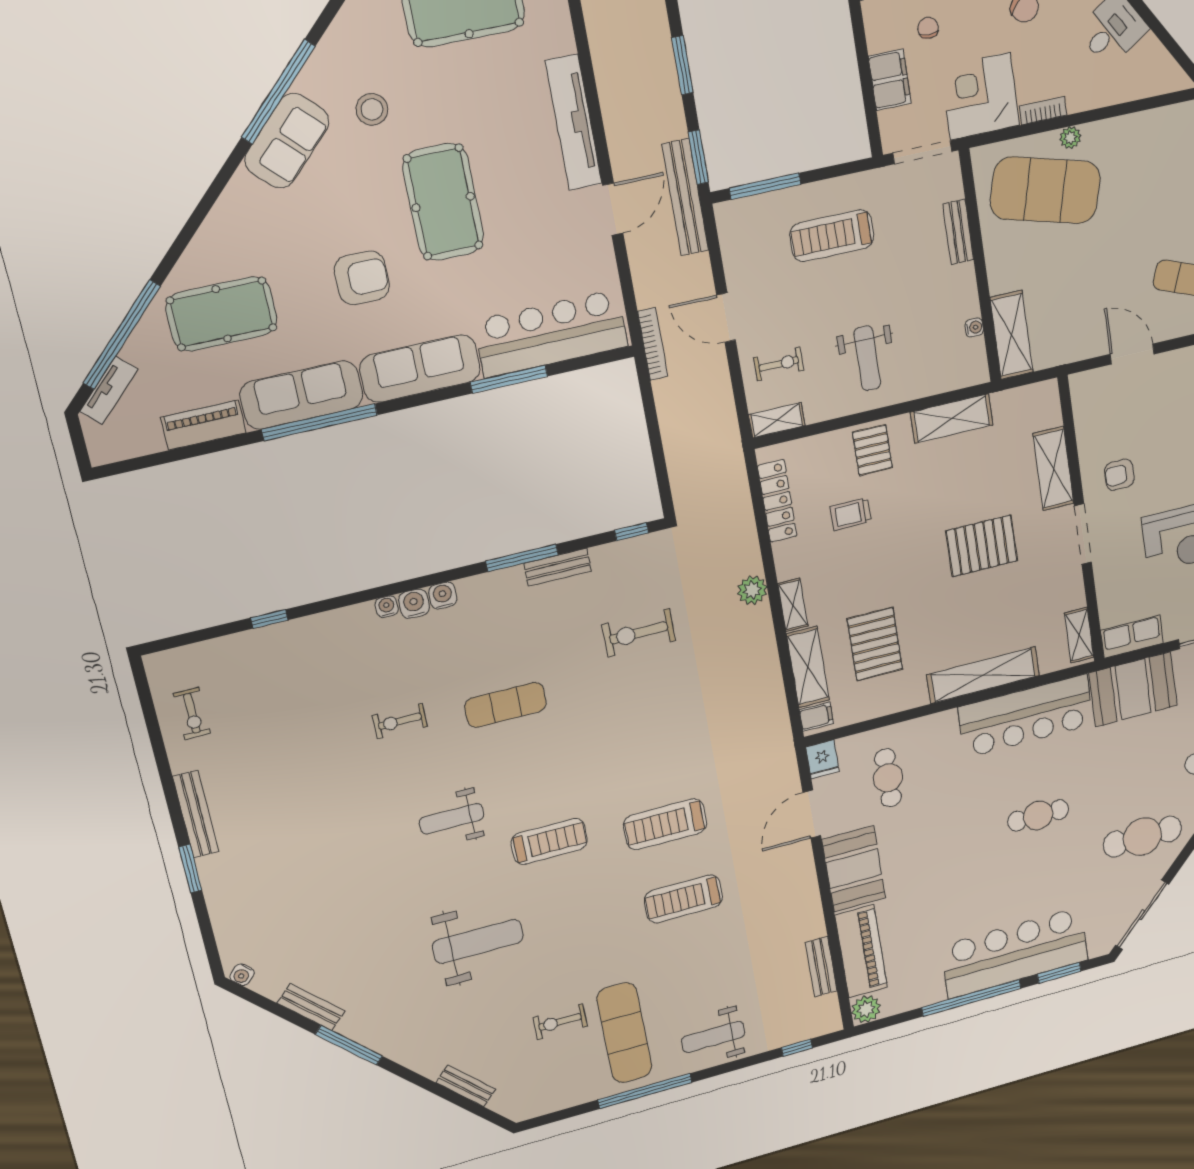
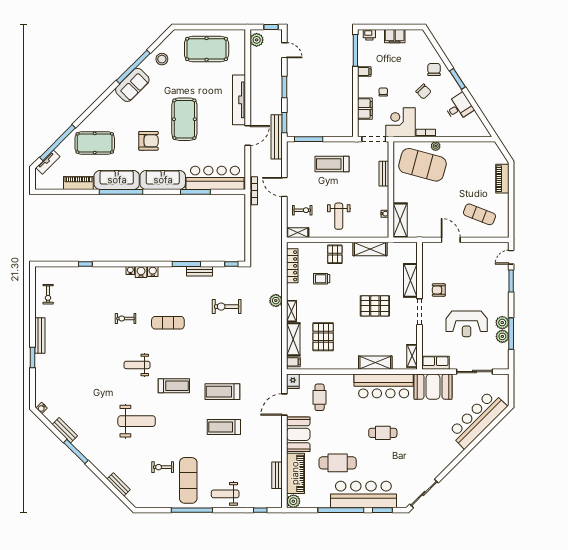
stool: (372, 109) -> (162, 59), moved
shelving: (983, 675) -> (375, 363), width x0.68
cafe table: (1142, 837) -> (338, 463), moved

